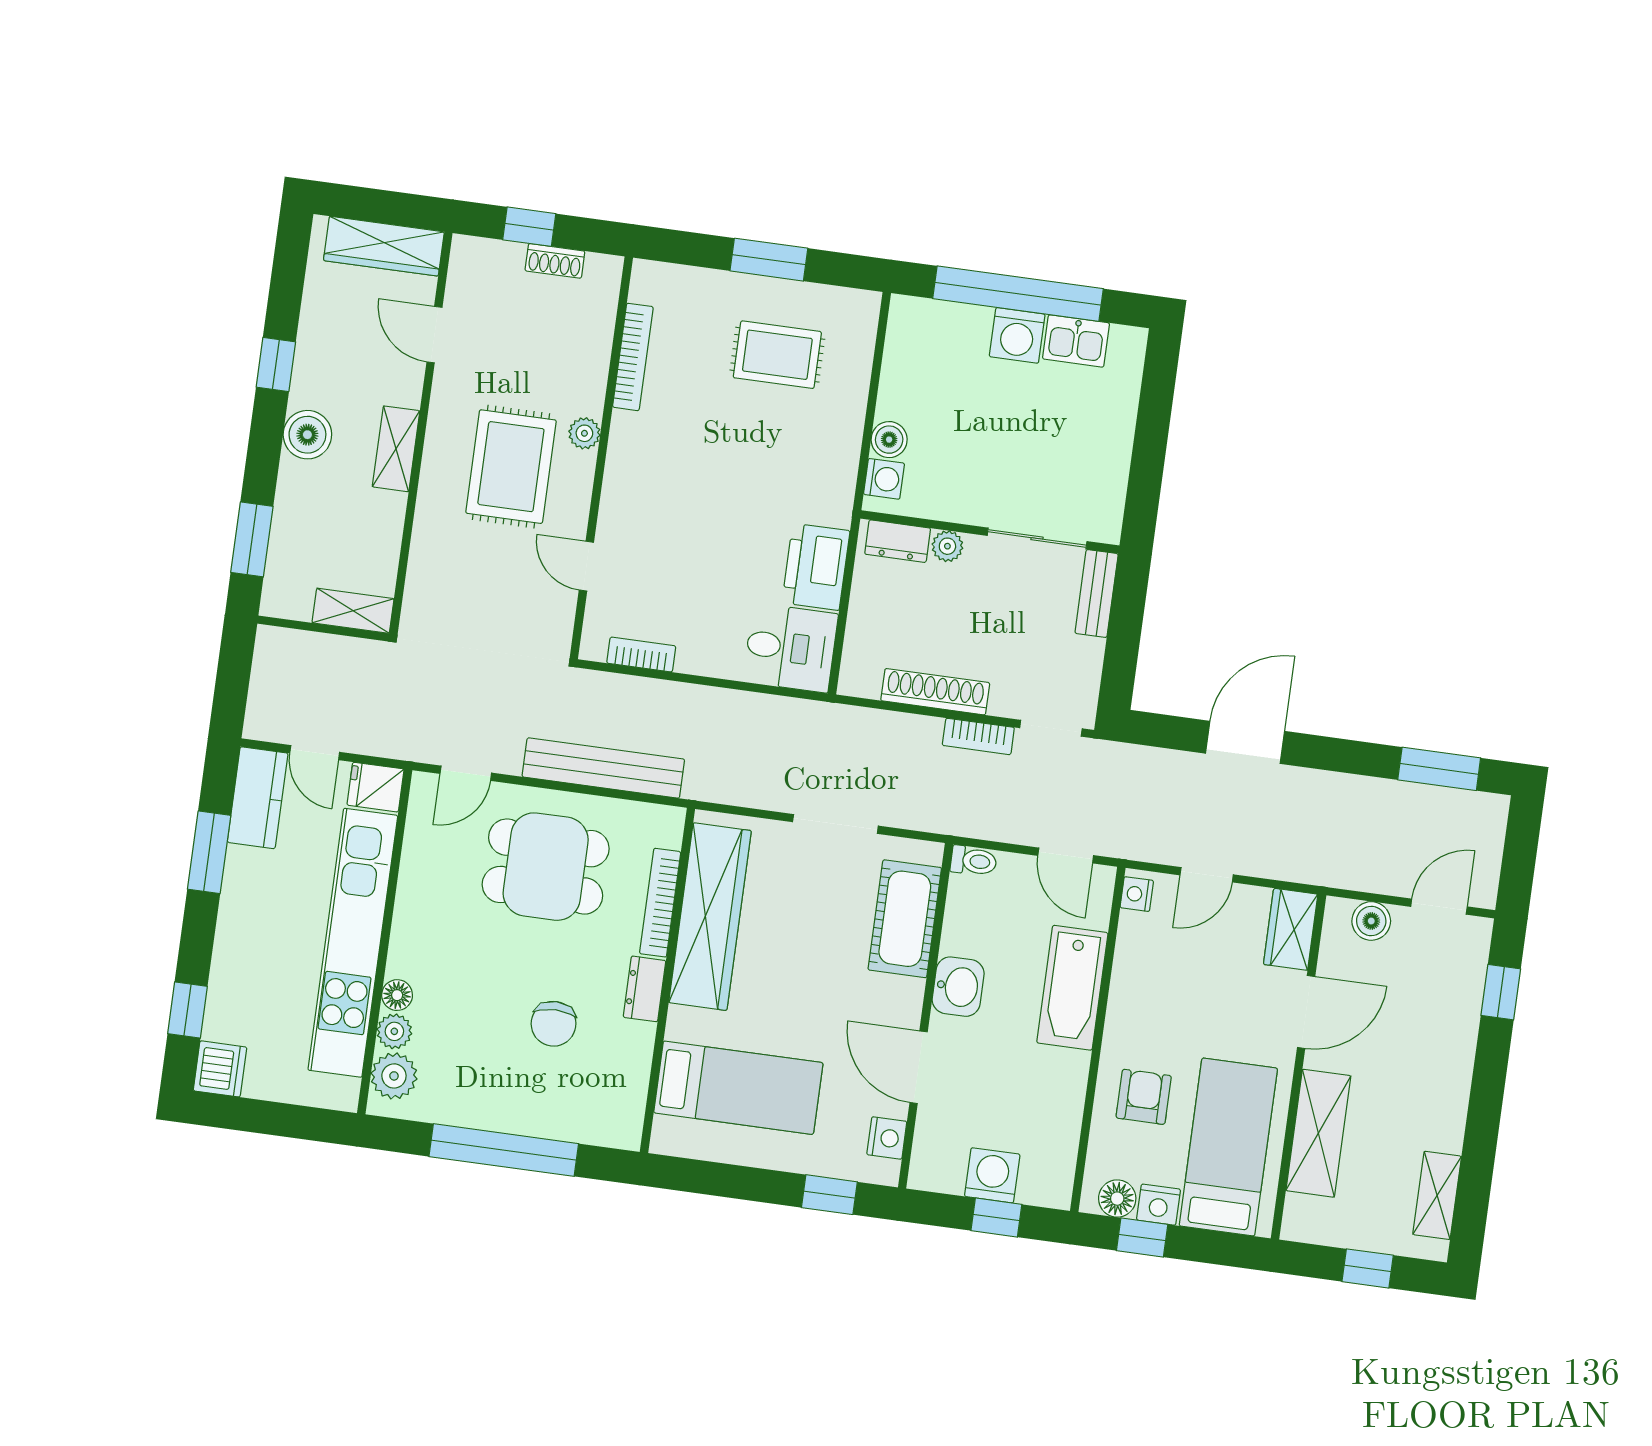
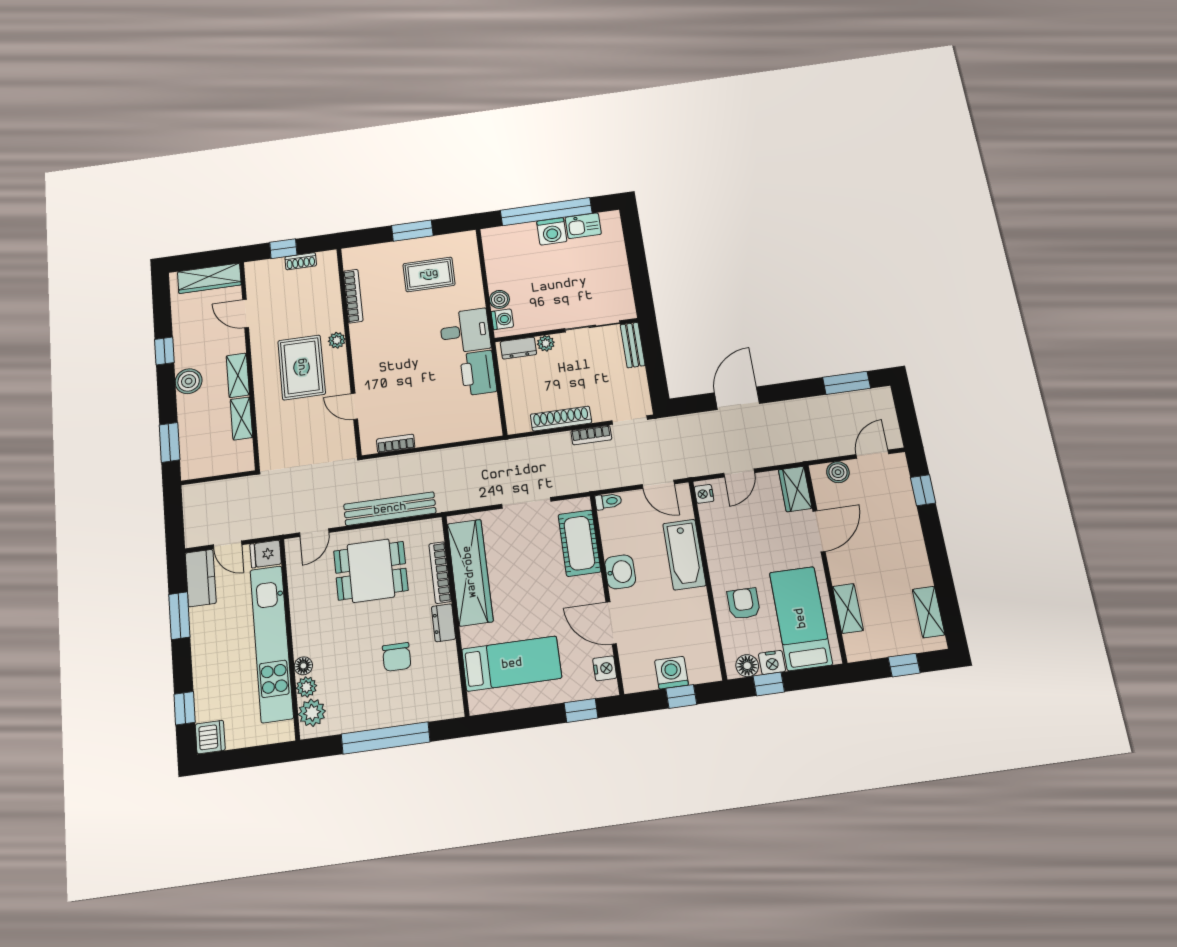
shelving: (353, 611) -> (241, 418), moved, turned 90
desk: (790, 648) -> (465, 331), moved
shelving: (1318, 1133) -> (848, 608), width x0.67, depth x0.75

